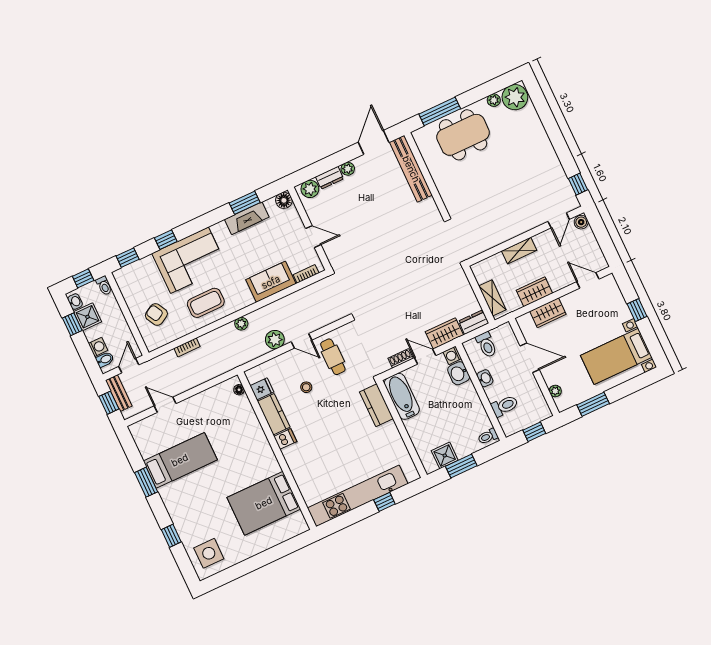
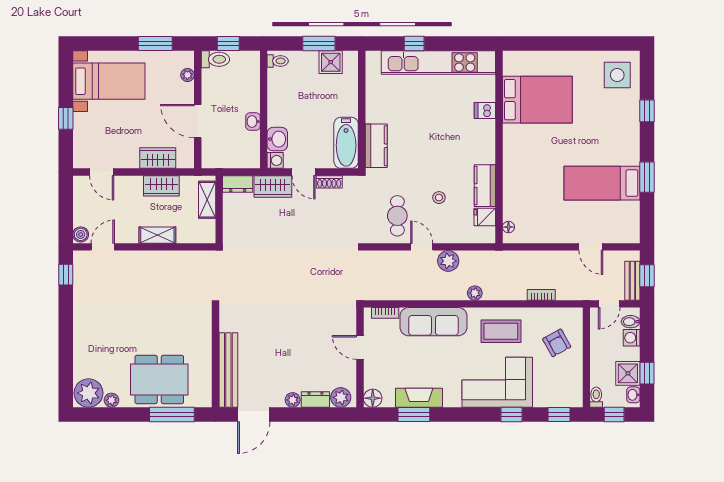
sofa: (271, 282) -> (433, 322), width x1.36
toilet: (486, 345) -> (235, 155), removed
toilet: (505, 406) -> (215, 59), moved, turned 180
dishwasher: (285, 439) -> (485, 111), moved

